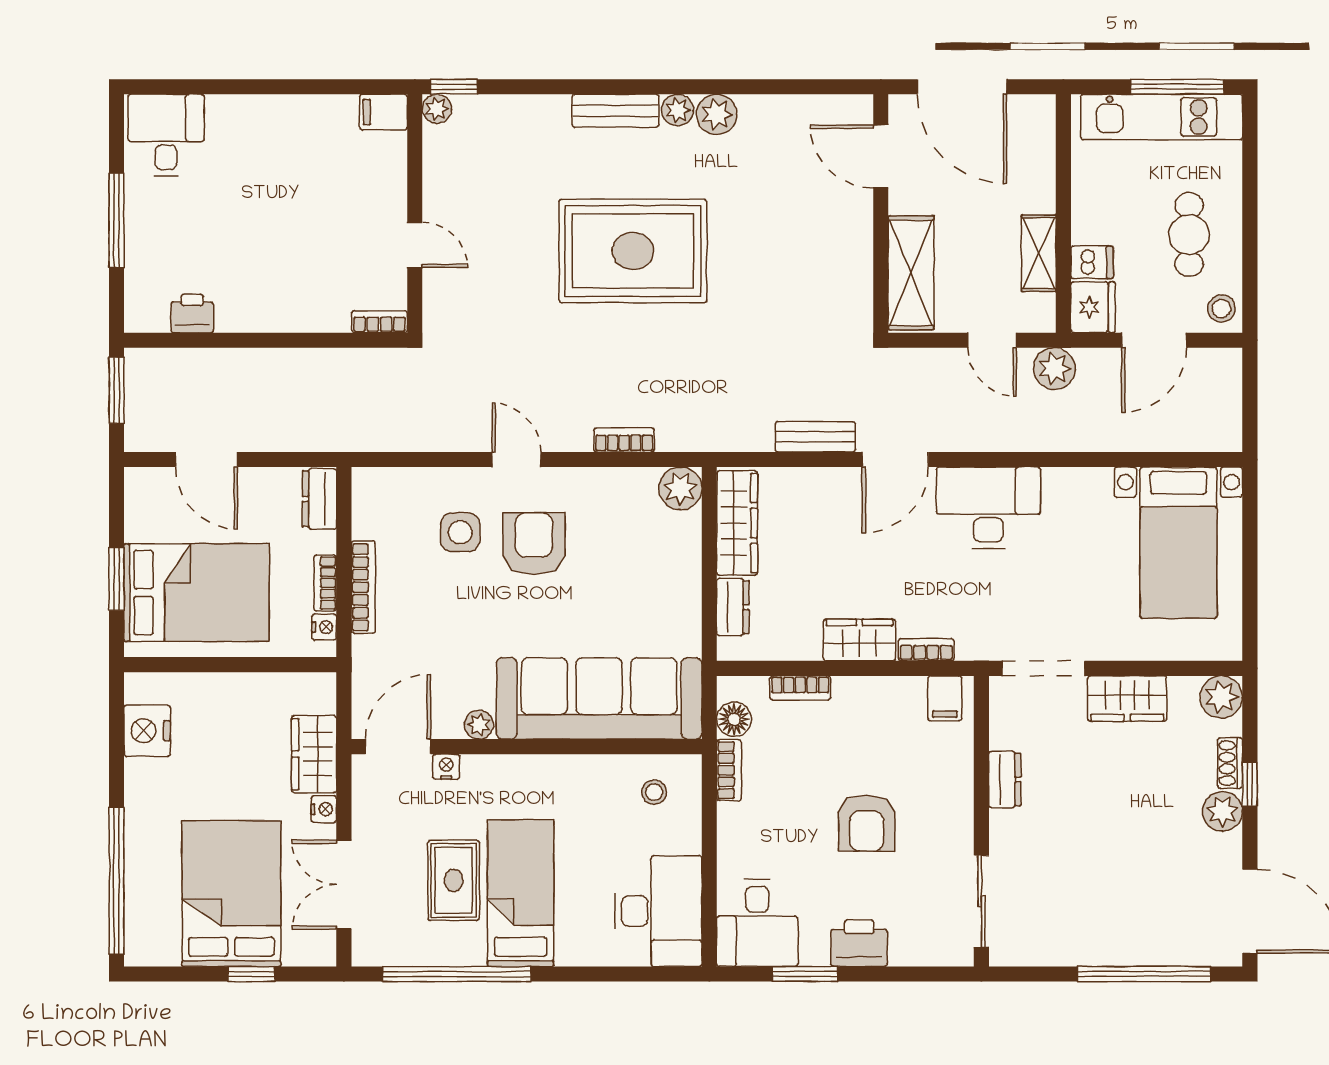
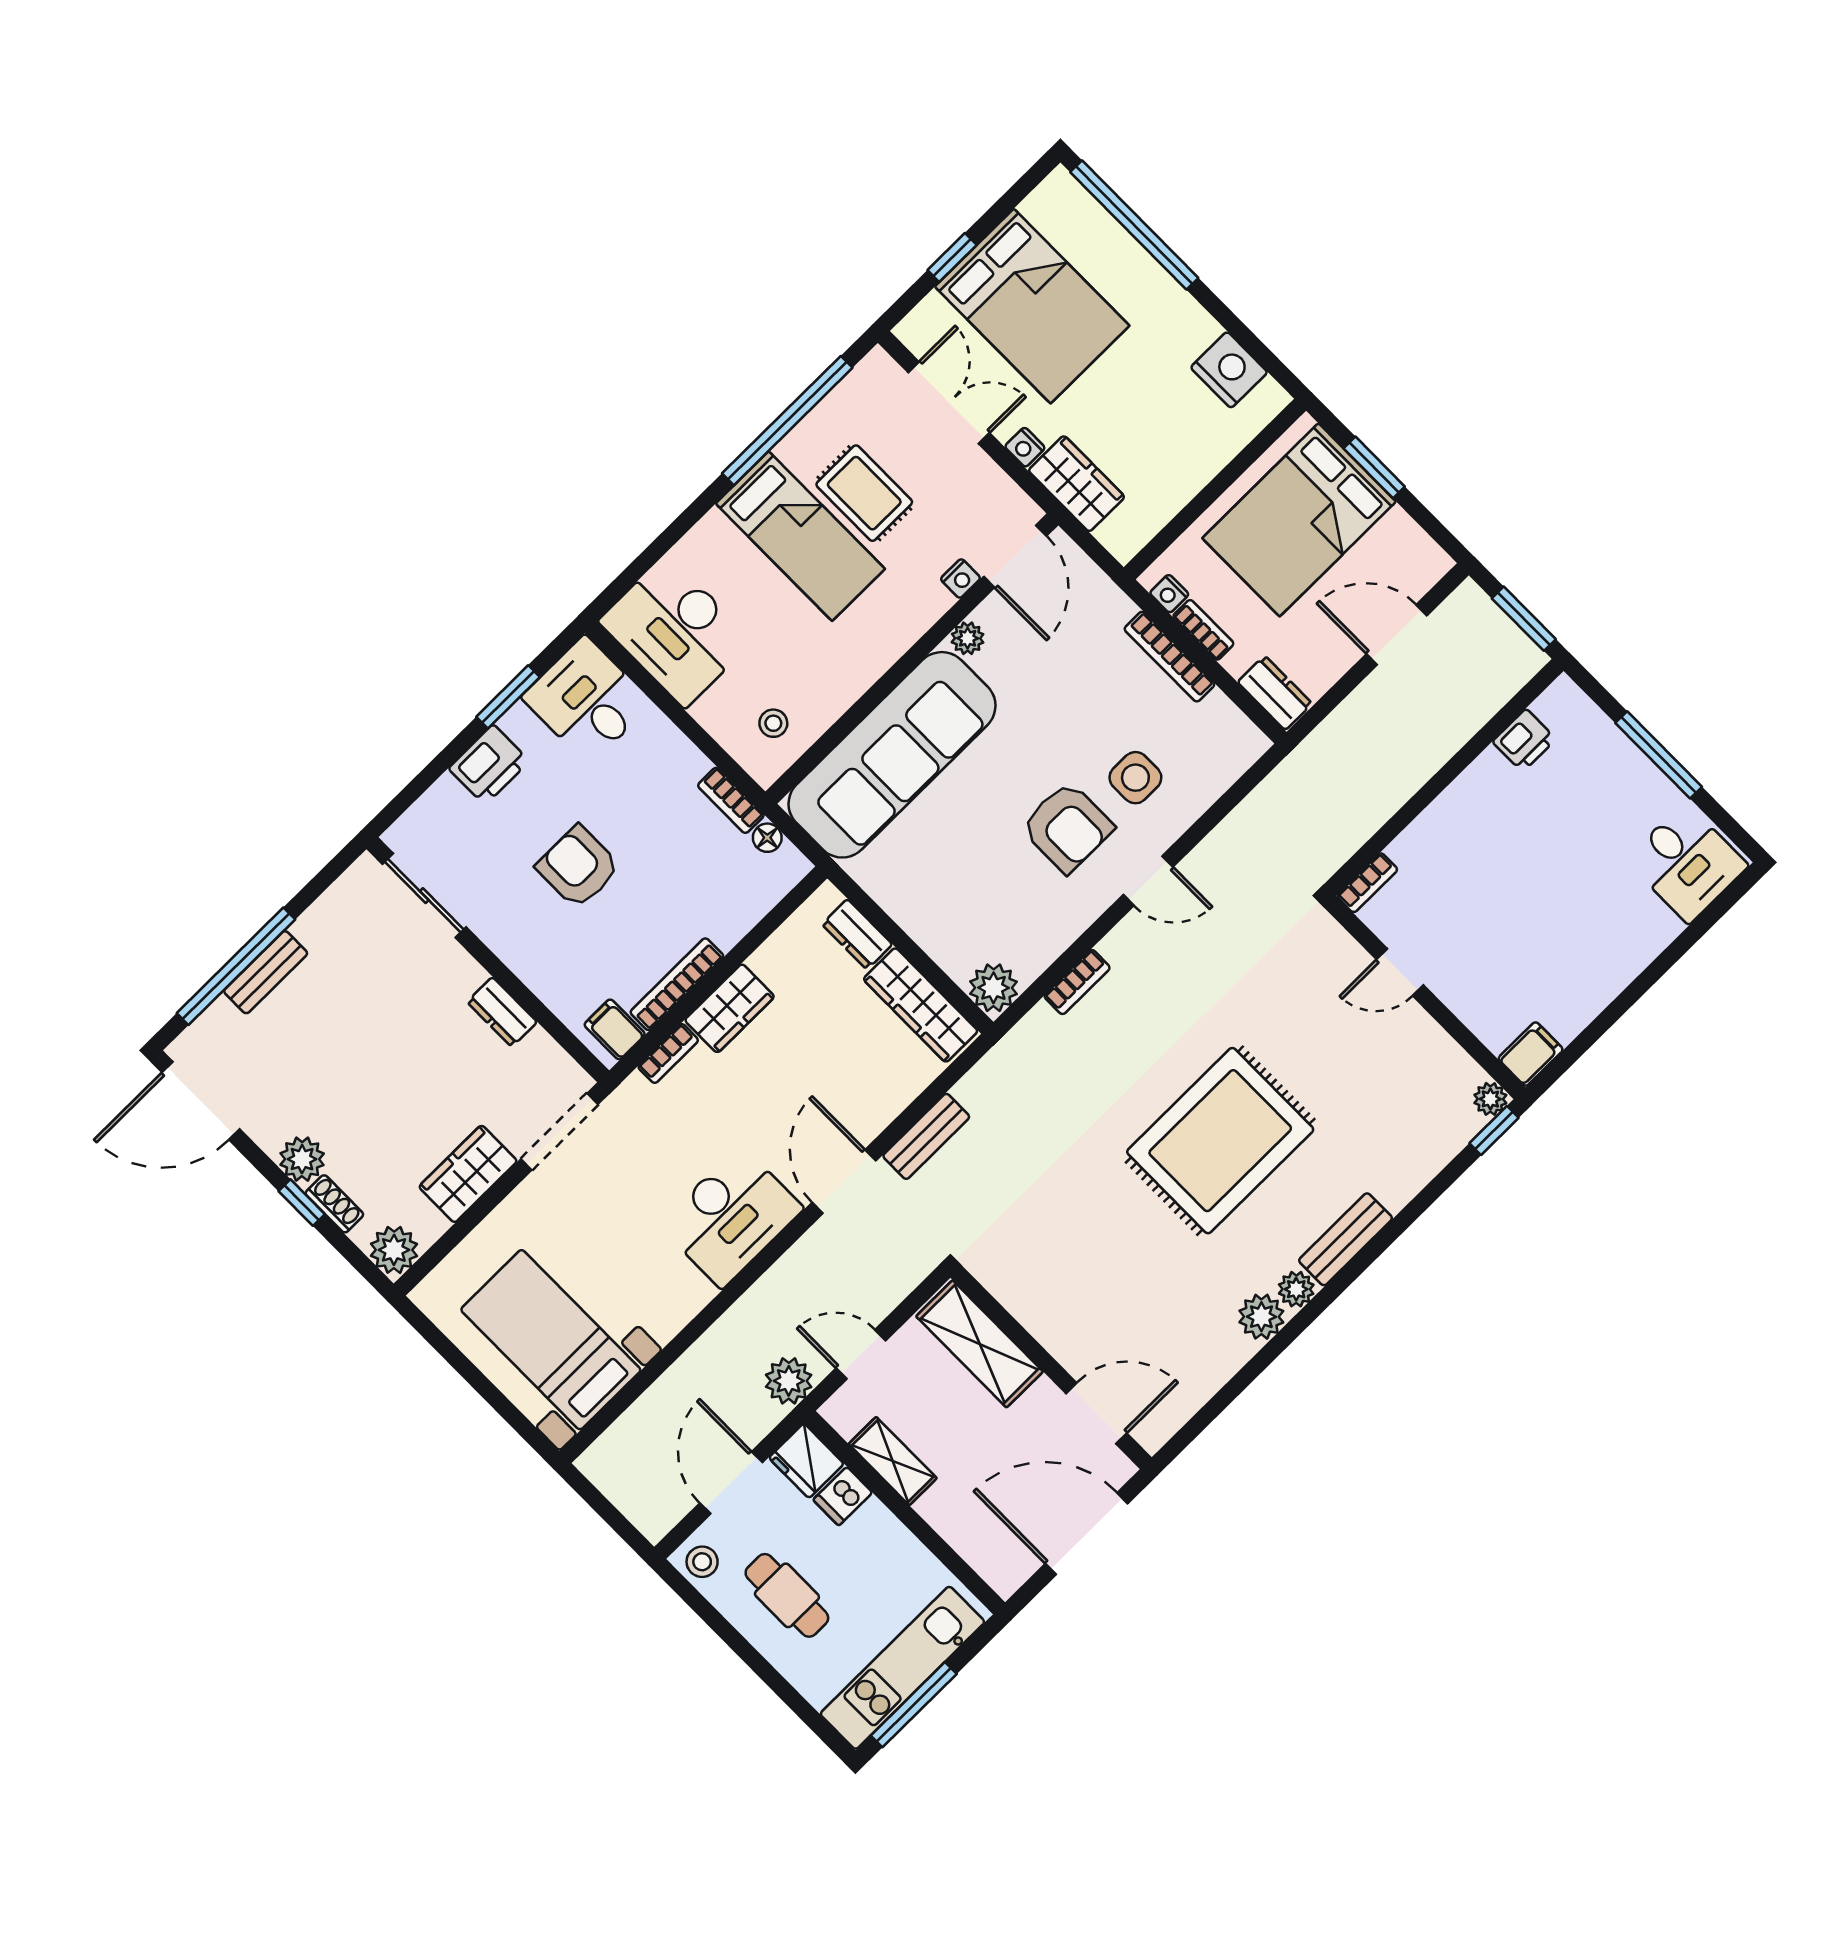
bookcase: (800, 688) -> (677, 984), moved, width x1.56
floor lamp: (734, 719) -> (767, 838), width x0.73, depth x0.73
bench: (1129, 952) -> (266, 972), added

